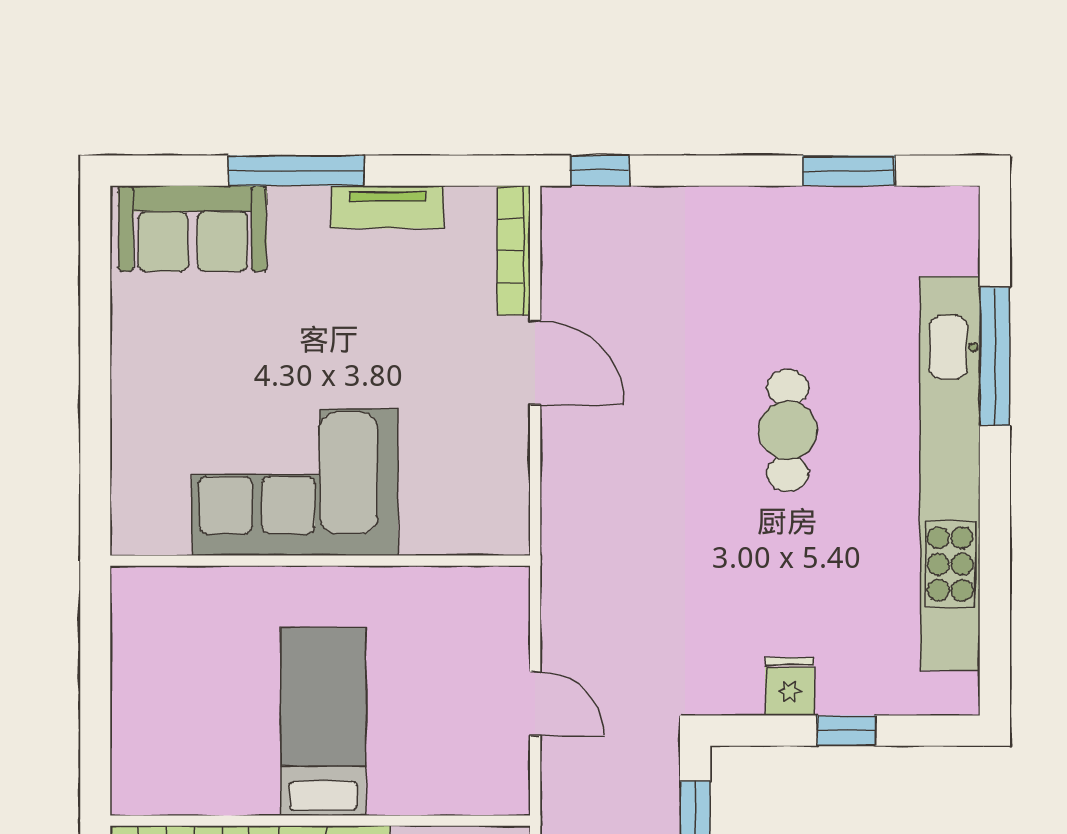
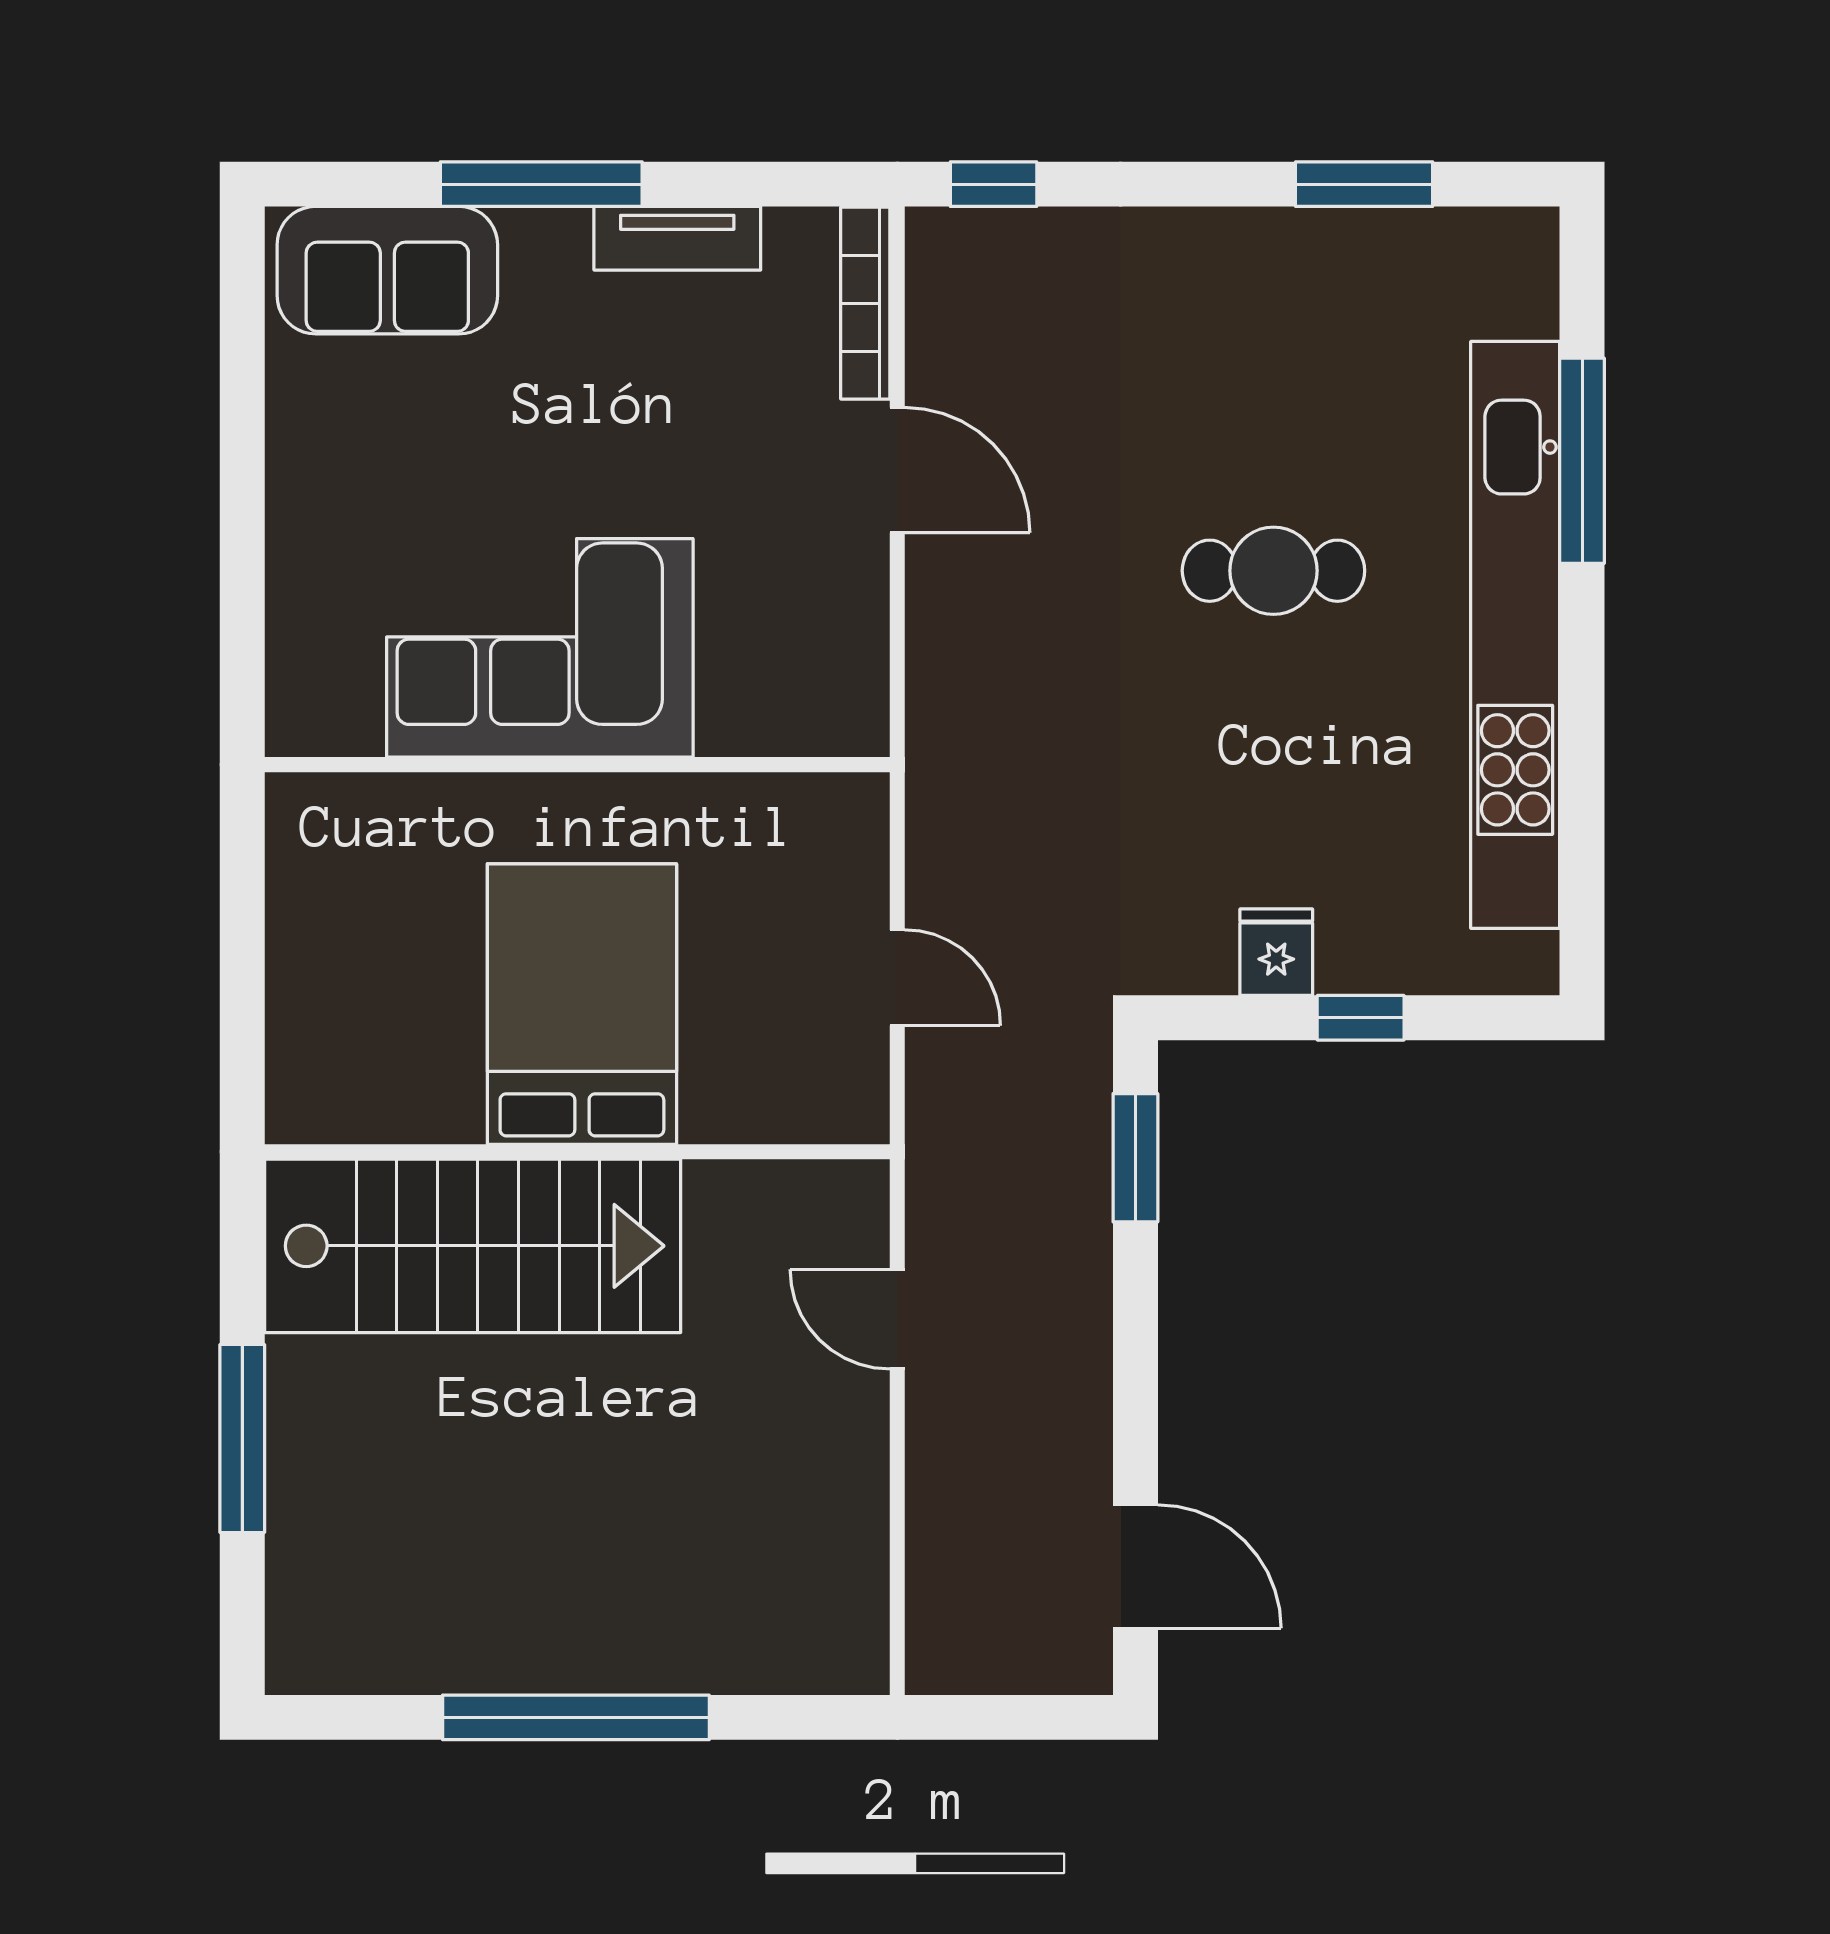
cafe table: (788, 430) -> (1273, 571), turned 90
bed: (323, 721) -> (582, 1004), width x1.50

